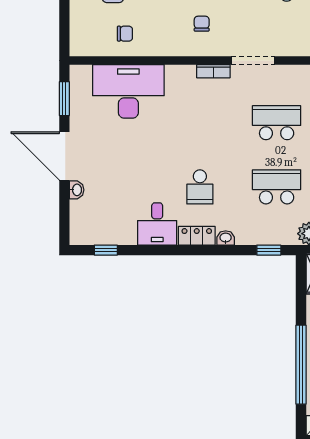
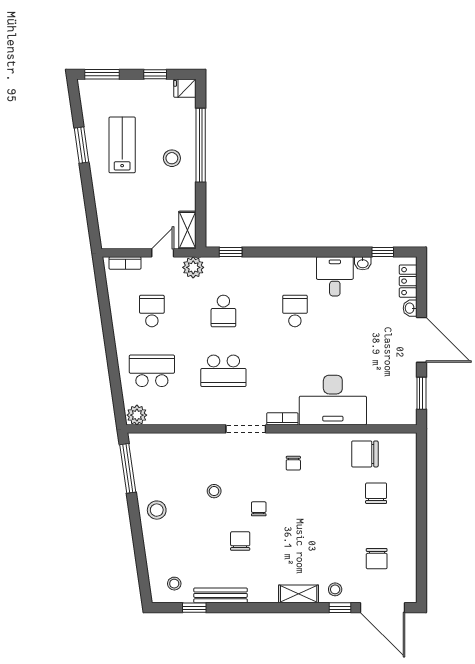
chair: (125, 34) -> (365, 454), width x1.87, depth x1.87
desk: (128, 91) -> (333, 400), moved
school desk: (277, 187) -> (223, 311), width x0.54
locker: (197, 236) -> (408, 281), moved, turned 90
washbasin: (226, 238) -> (363, 263), moved

